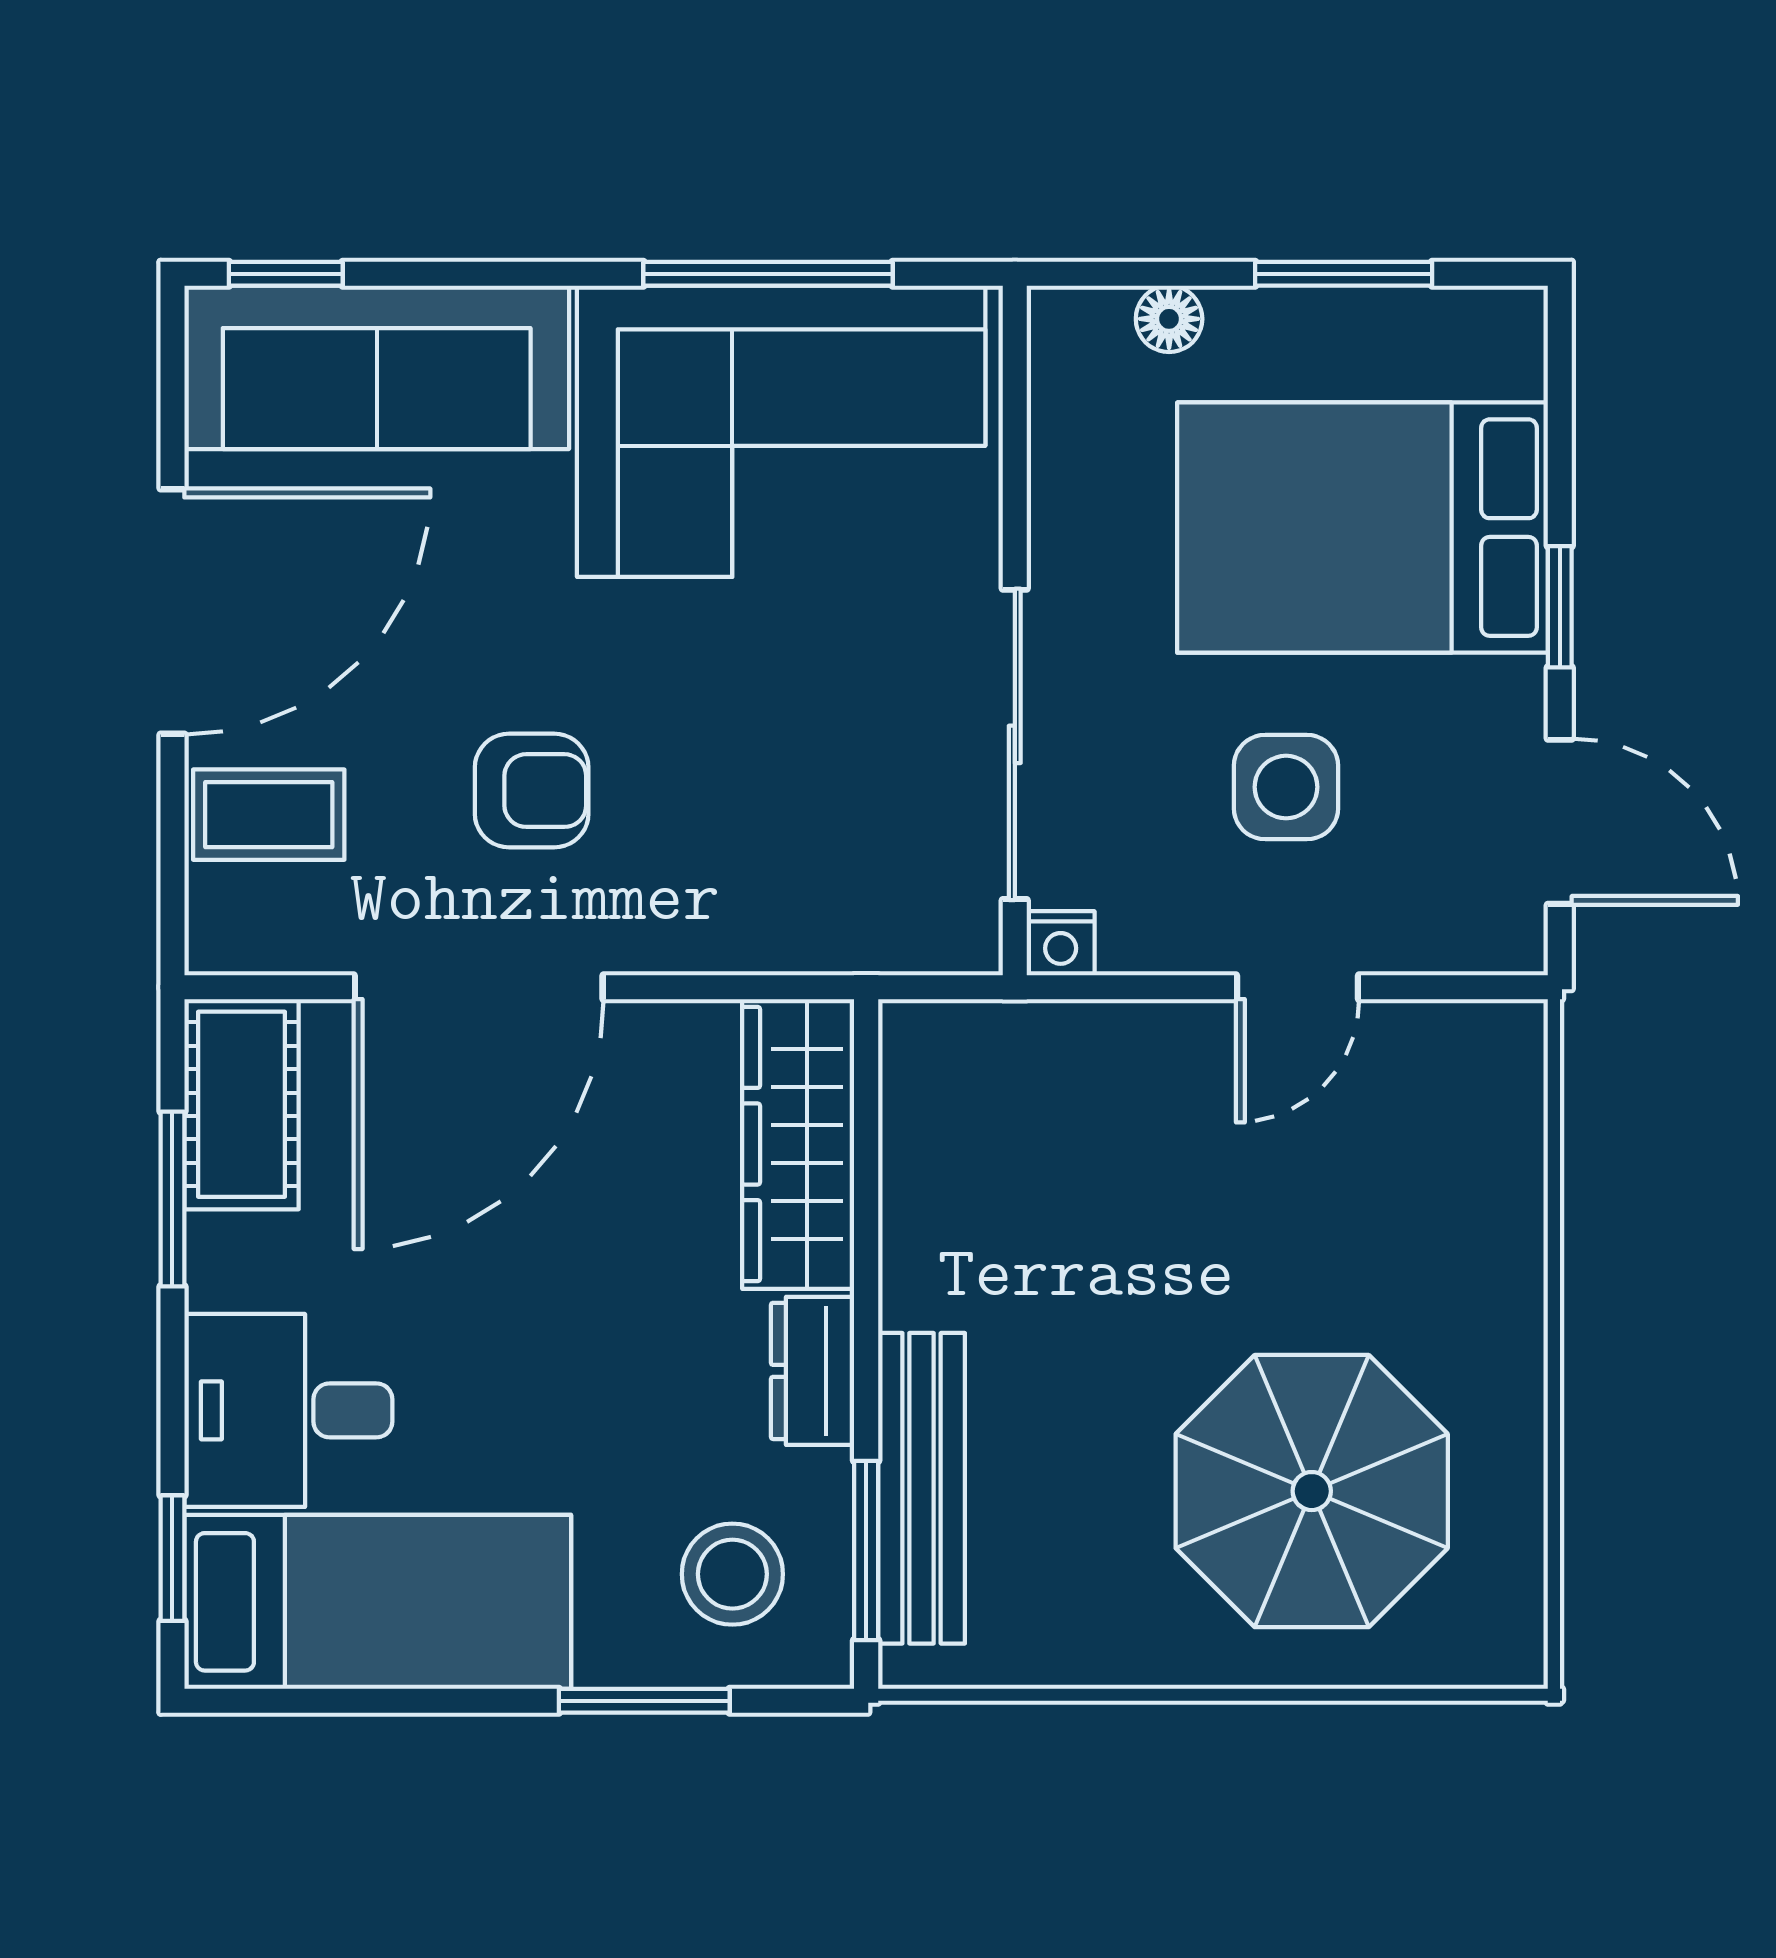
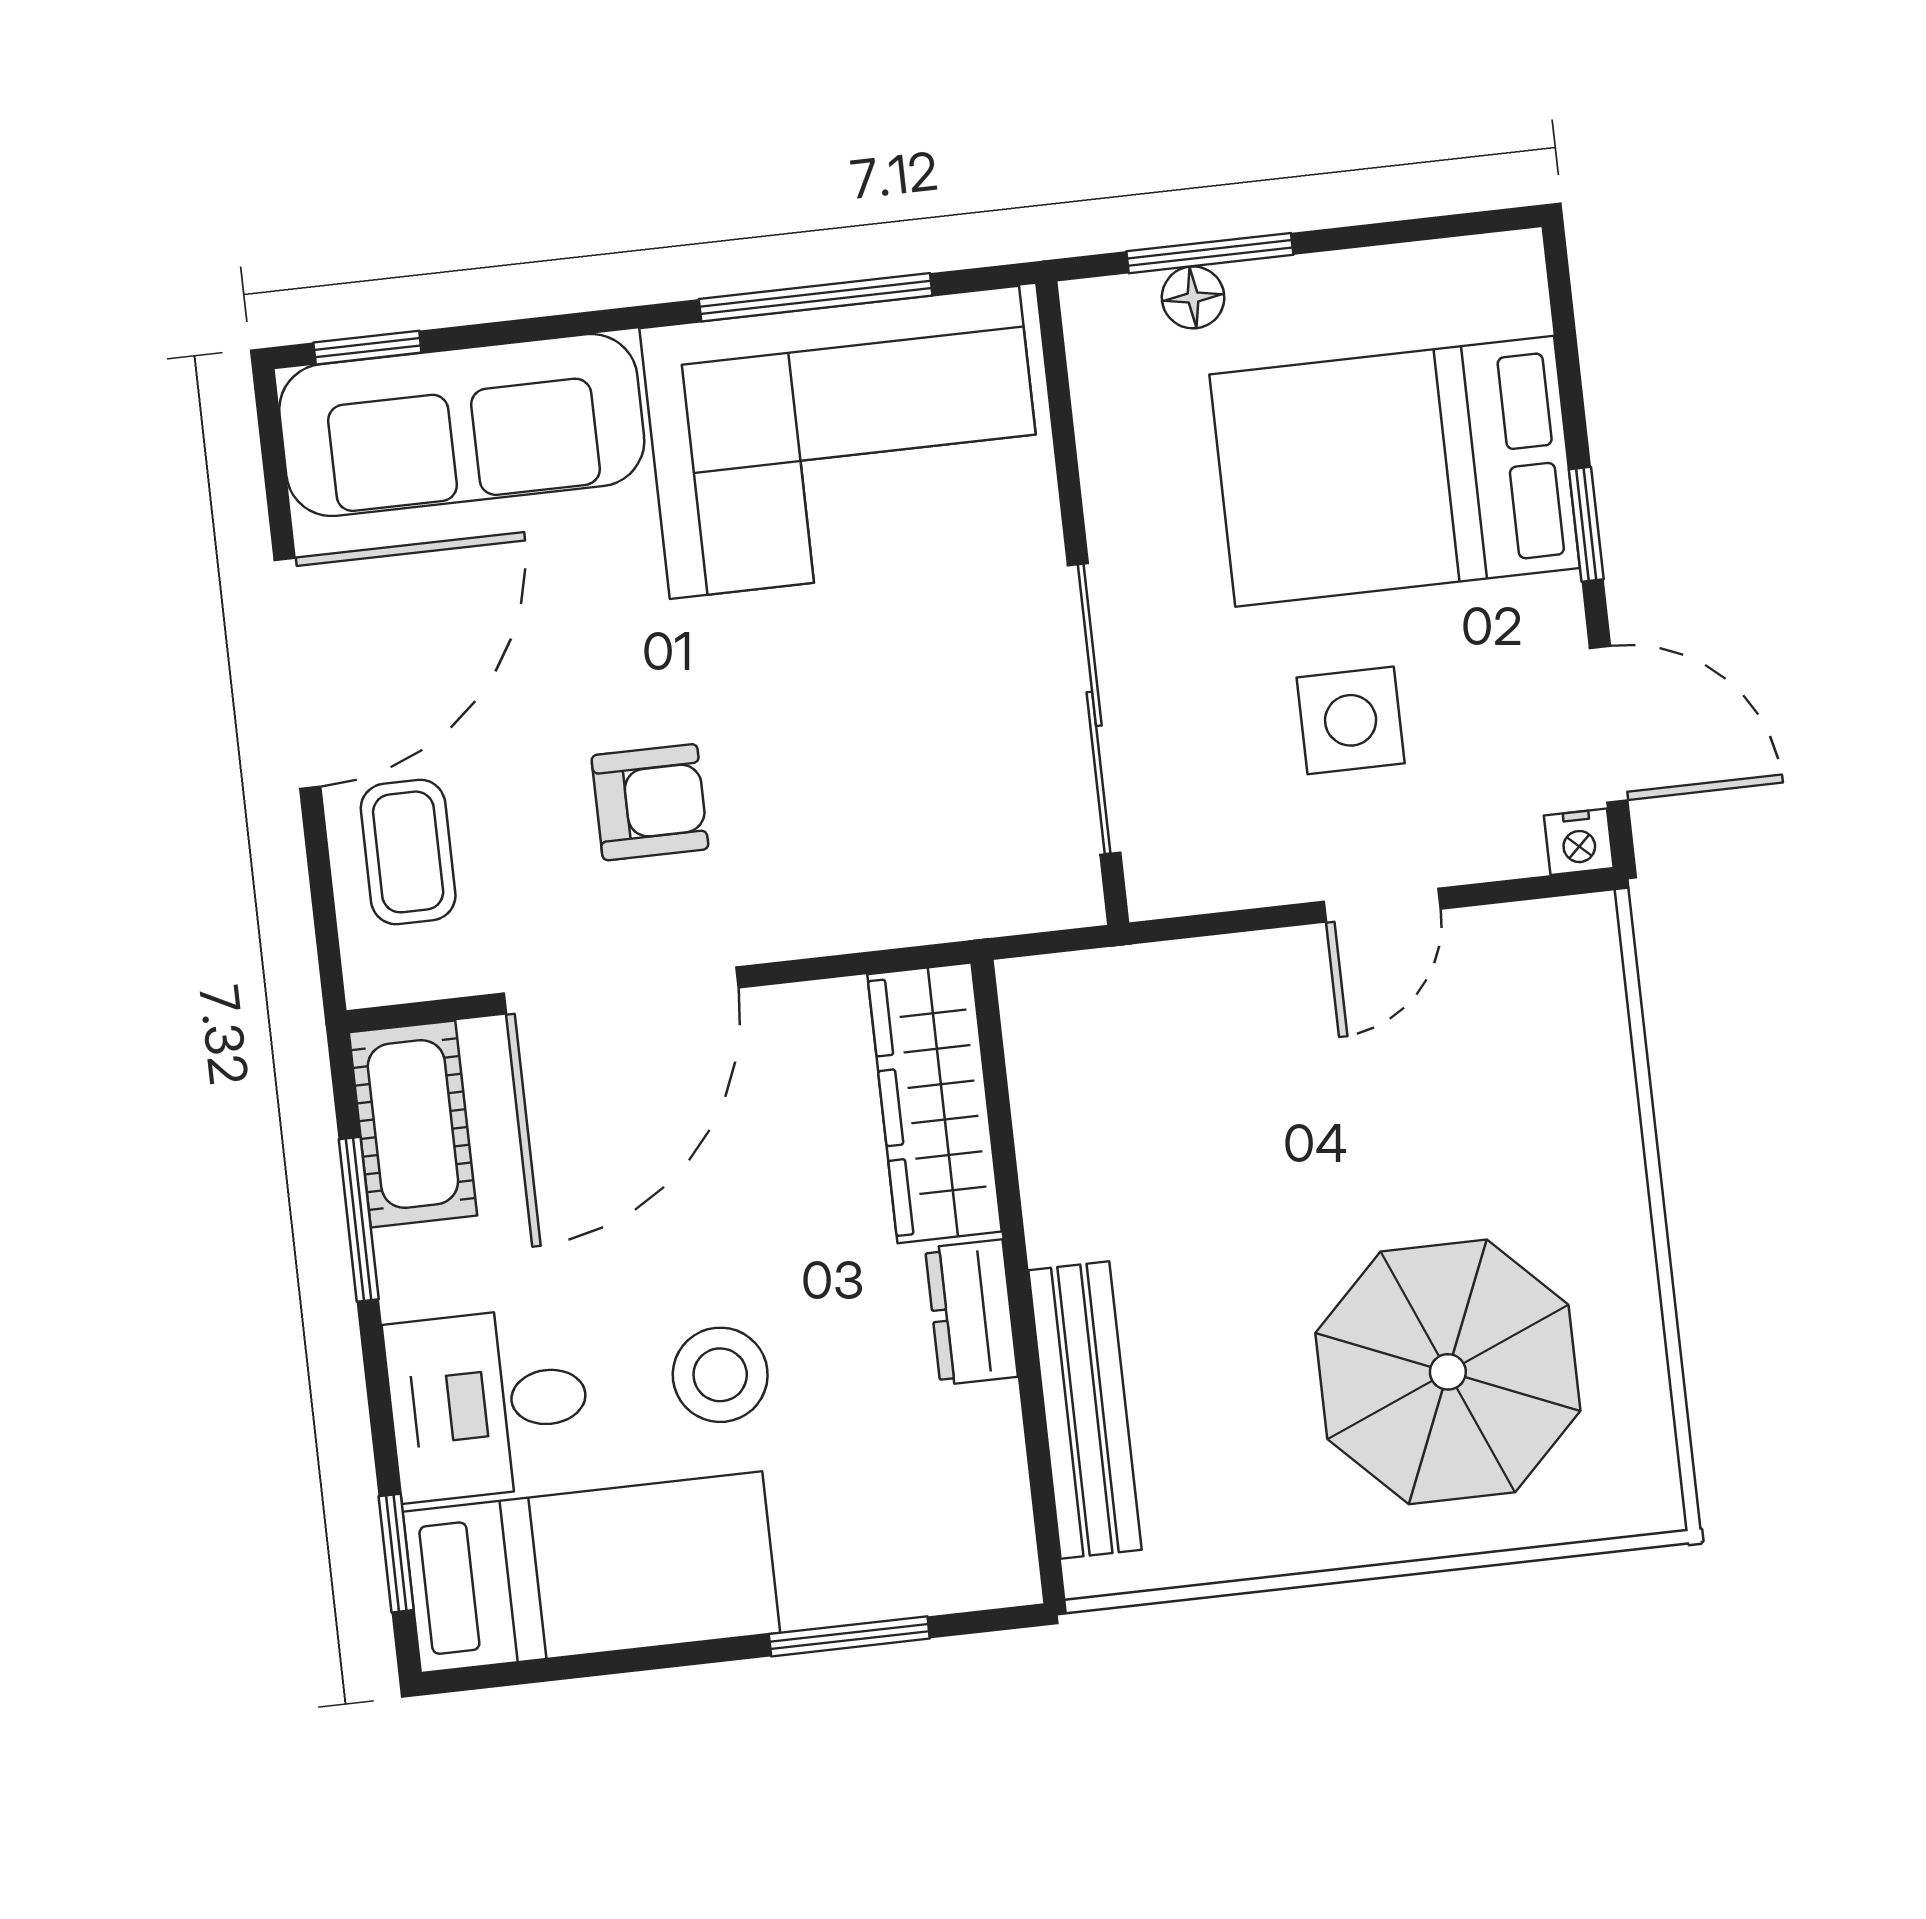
window: (1344, 274) -> (1210, 253), moved
coffee table: (269, 815) -> (408, 852), turned 90
nightstand: (1061, 943) -> (1579, 842), moved
window: (866, 1551) -> (1040, 1474), removed
stool: (732, 1574) -> (720, 1375), moved

